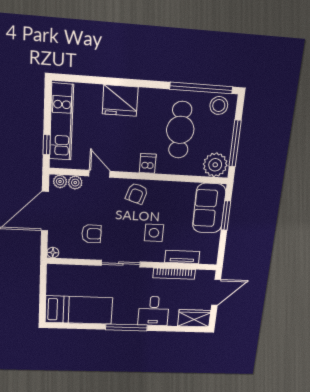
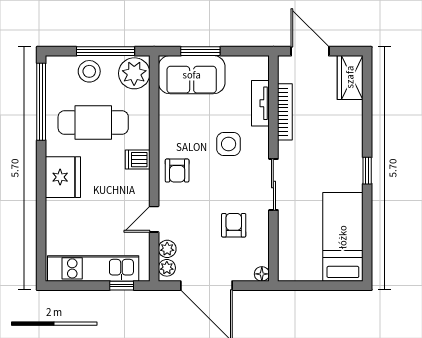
fridge: (120, 101) -> (63, 177), moved
stool: (219, 106) -> (89, 71), moved
armchair: (137, 194) -> (177, 171), turned 72
desk: (154, 311) -> (341, 135), removed
window: (126, 327) -> (367, 171), width x0.46

